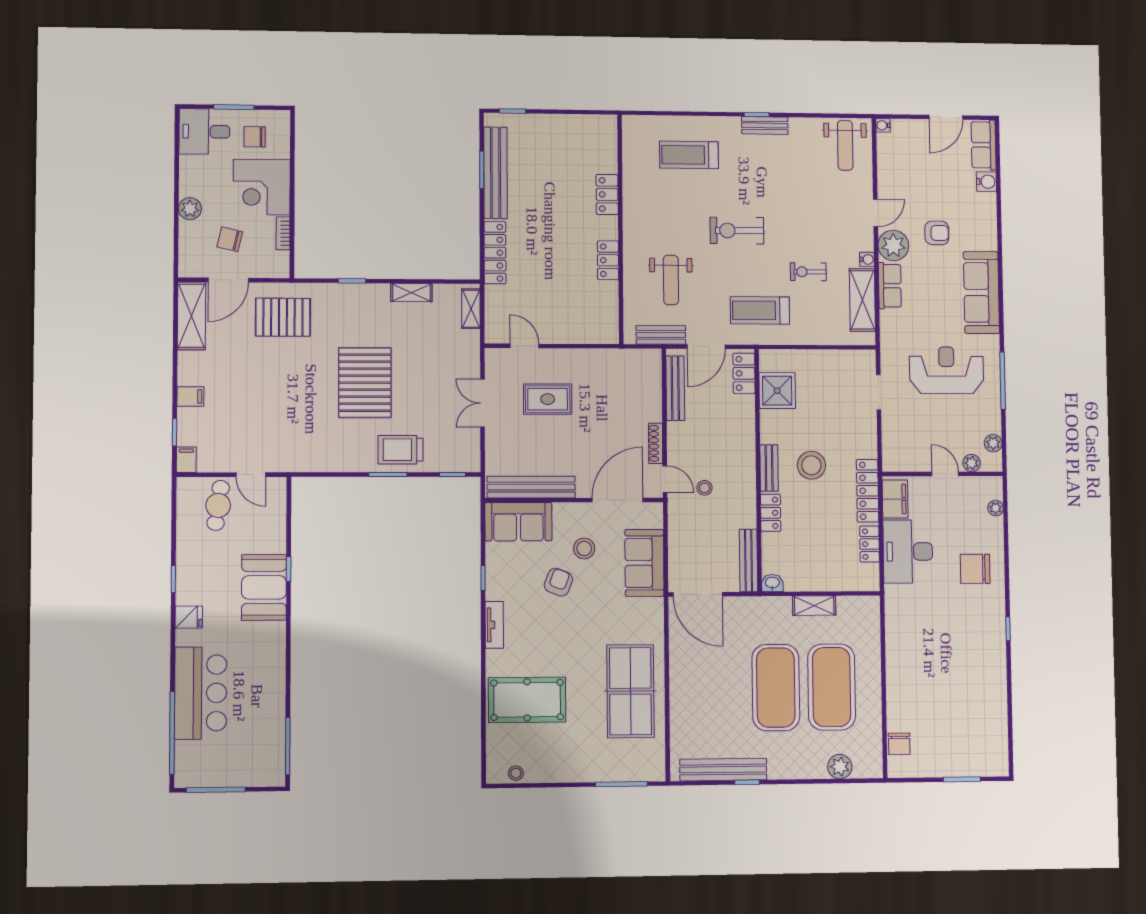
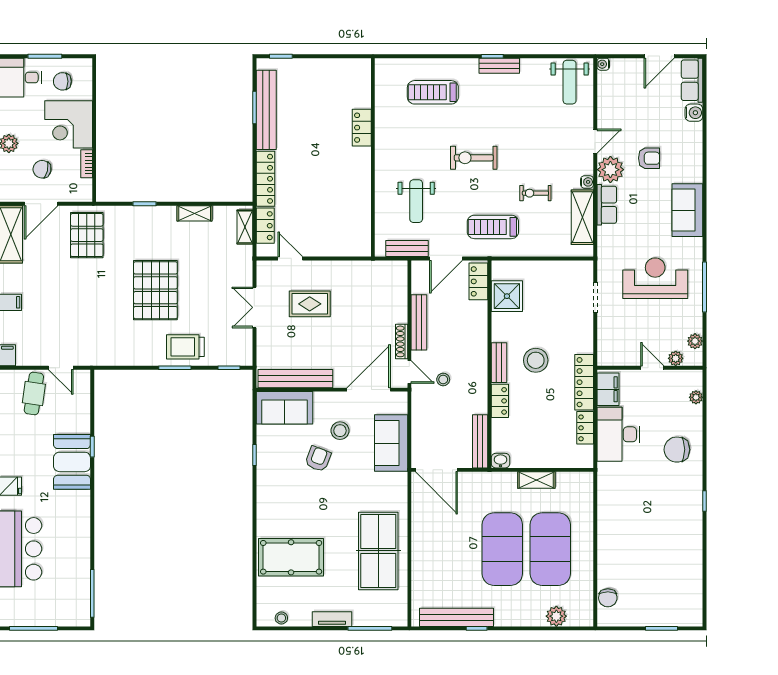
locker: (608, 260) -> (265, 226), moved, turned 180
sofa: (981, 292) -> (687, 210), width x0.73
pallet: (283, 317) -> (87, 235), turned 90
bench: (675, 388) -> (419, 322), moved
tv unit: (494, 625) -> (332, 619), moved, turned -90

